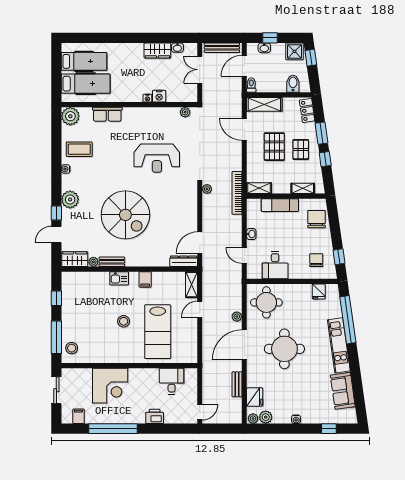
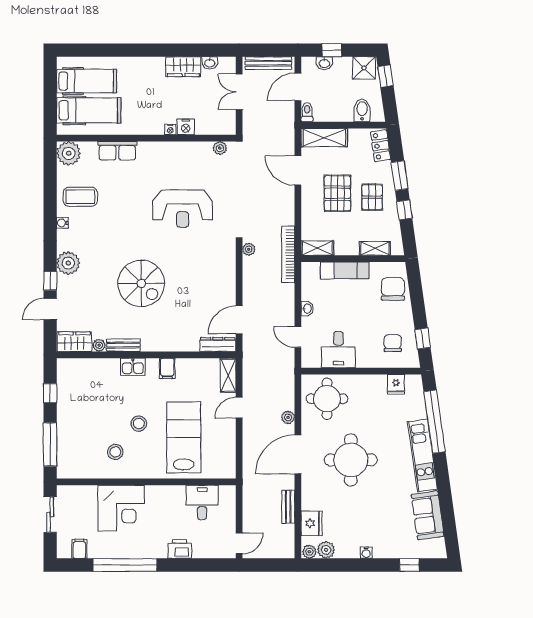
spiral stairs: (125, 215) -> (141, 283), width x0.73, depth x0.73
lab bench: (158, 332) -> (184, 437), turned 180
stool: (72, 348) -> (115, 452), moved

